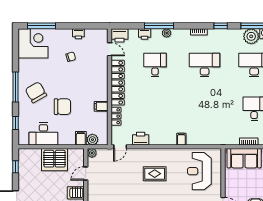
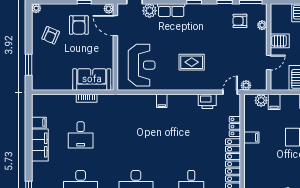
plant: (92, 153) -> (246, 85), moved

